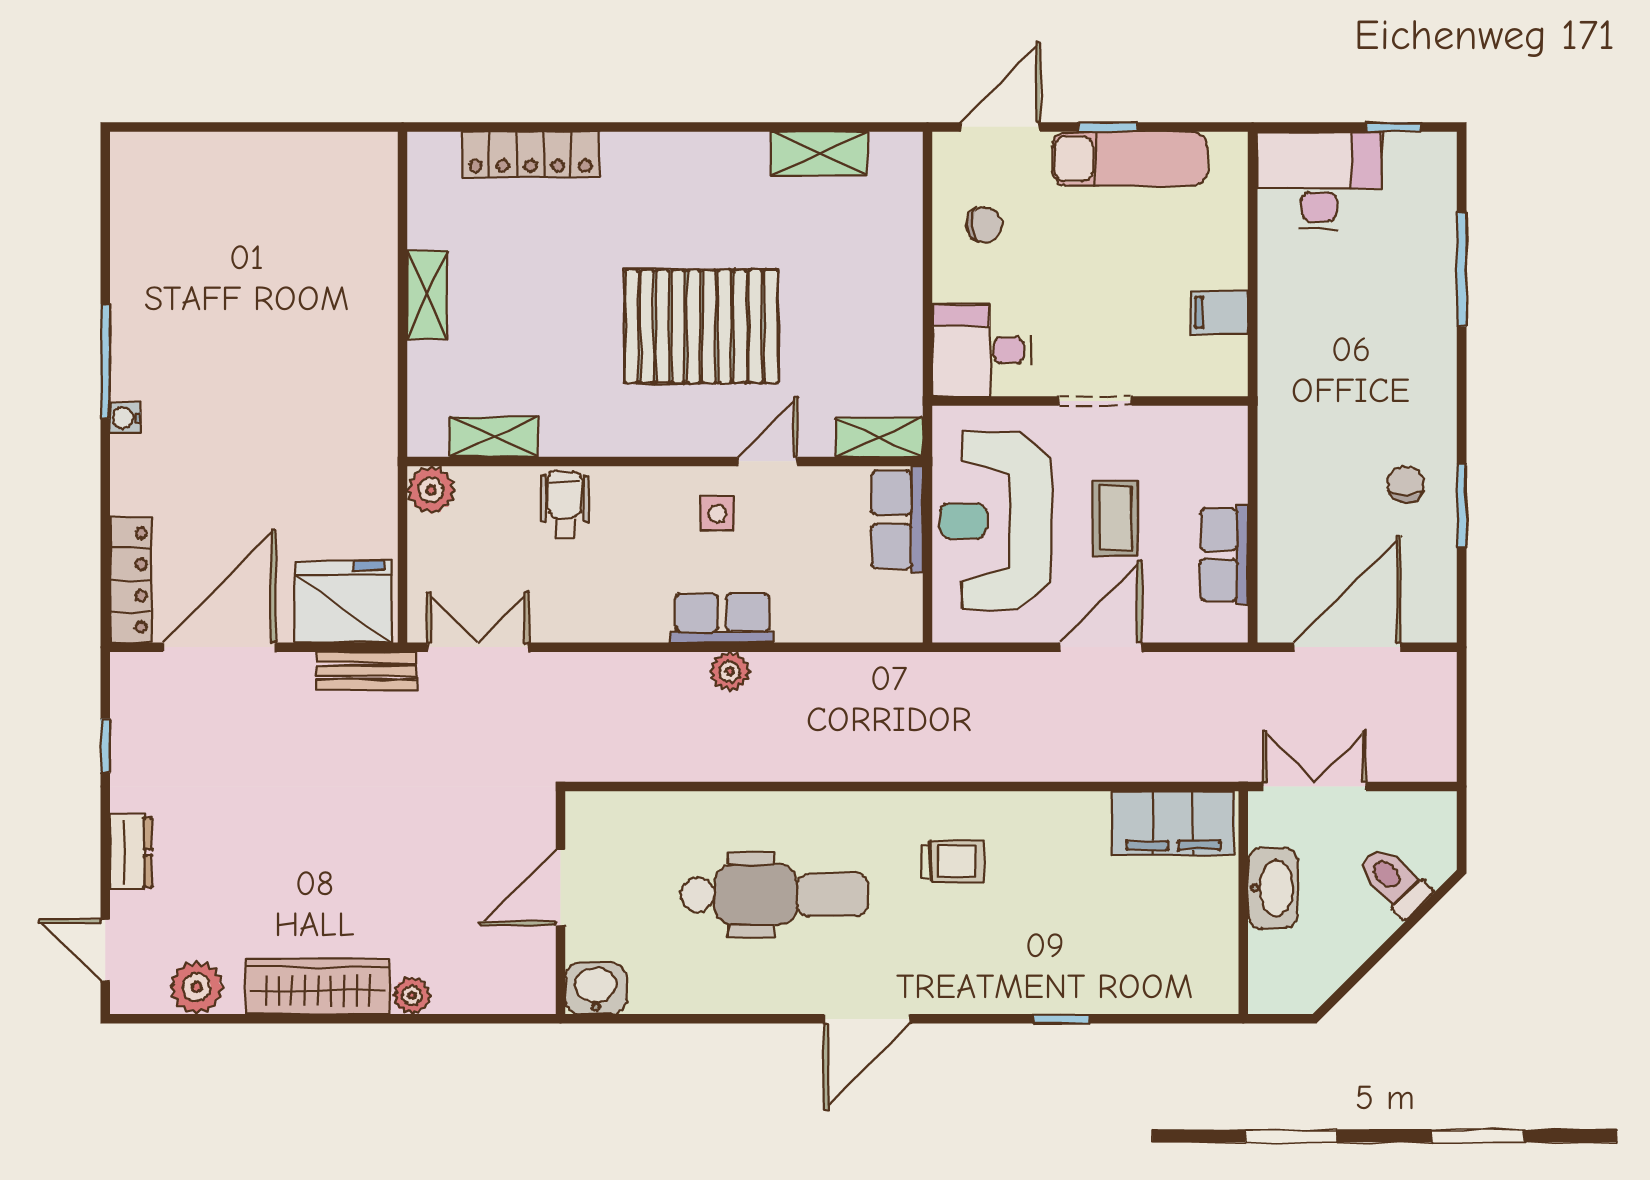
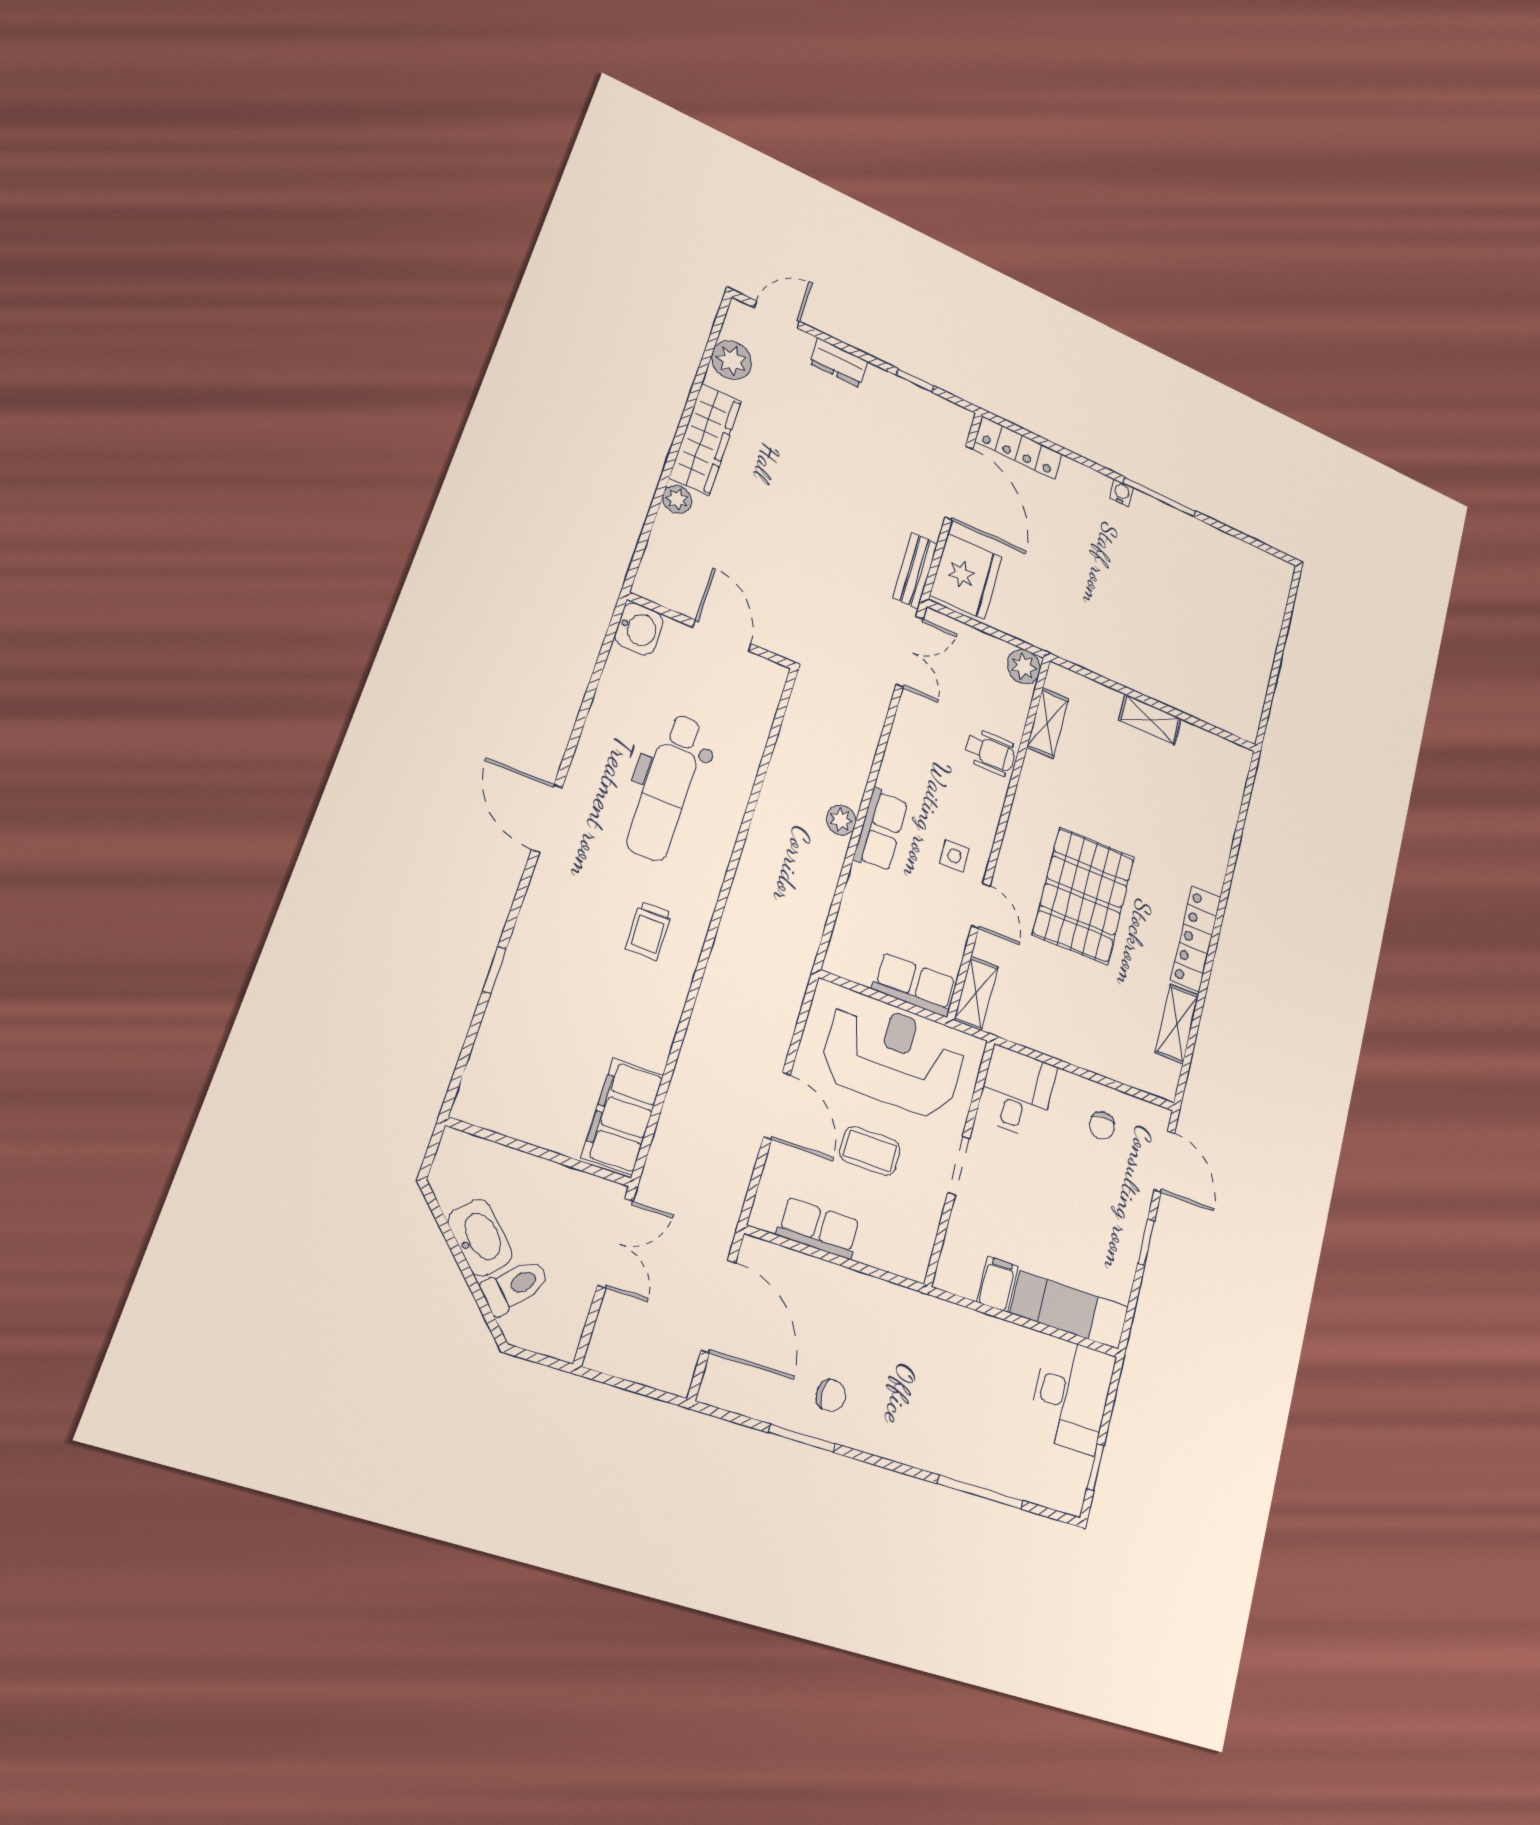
locker: (530, 154) -> (1196, 939), moved
exam couch: (1130, 159) -> (1070, 1310), moved, turned 90
washbasin: (1273, 888) -> (480, 1238), moved, turned -135

